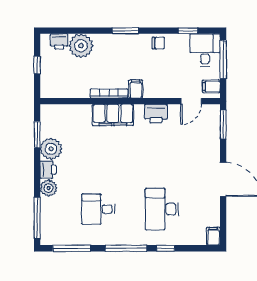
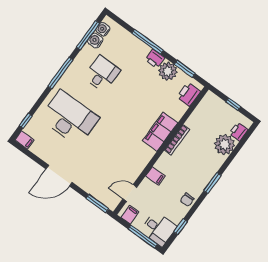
filing cabinet: (136, 89) -> (155, 176), moved
door: (191, 101) -> (130, 193), hinge flipped
printer: (156, 114) -> (189, 94), moved
plant: (49, 188) -> (142, 50), removed
desk: (162, 209) -> (69, 118), width x1.36, depth x1.30
window: (37, 218) -> (148, 42), moved
water cooler: (56, 238) -> (103, 29), added
water cooler: (72, 238) -> (95, 41), added
window: (166, 248) -> (26, 121), moved

